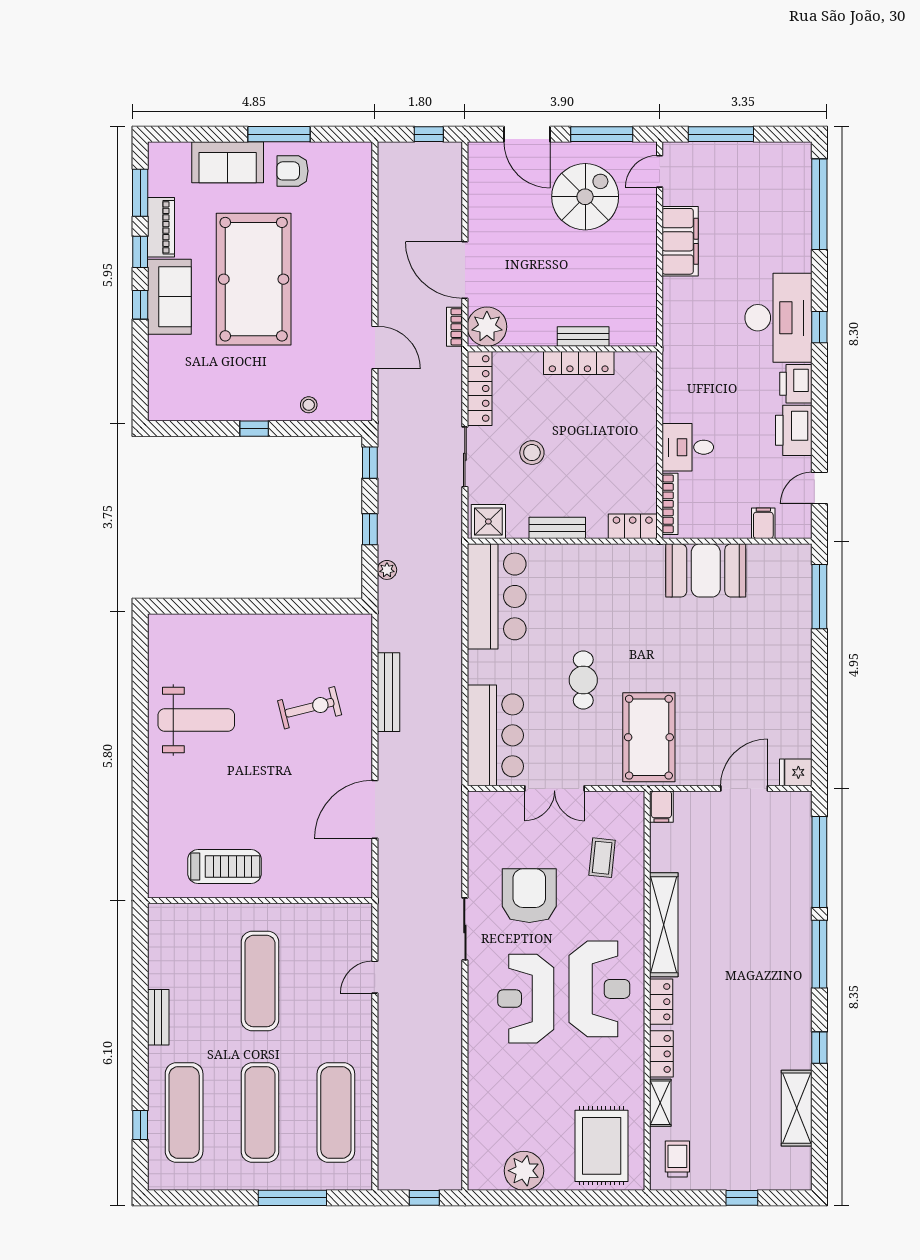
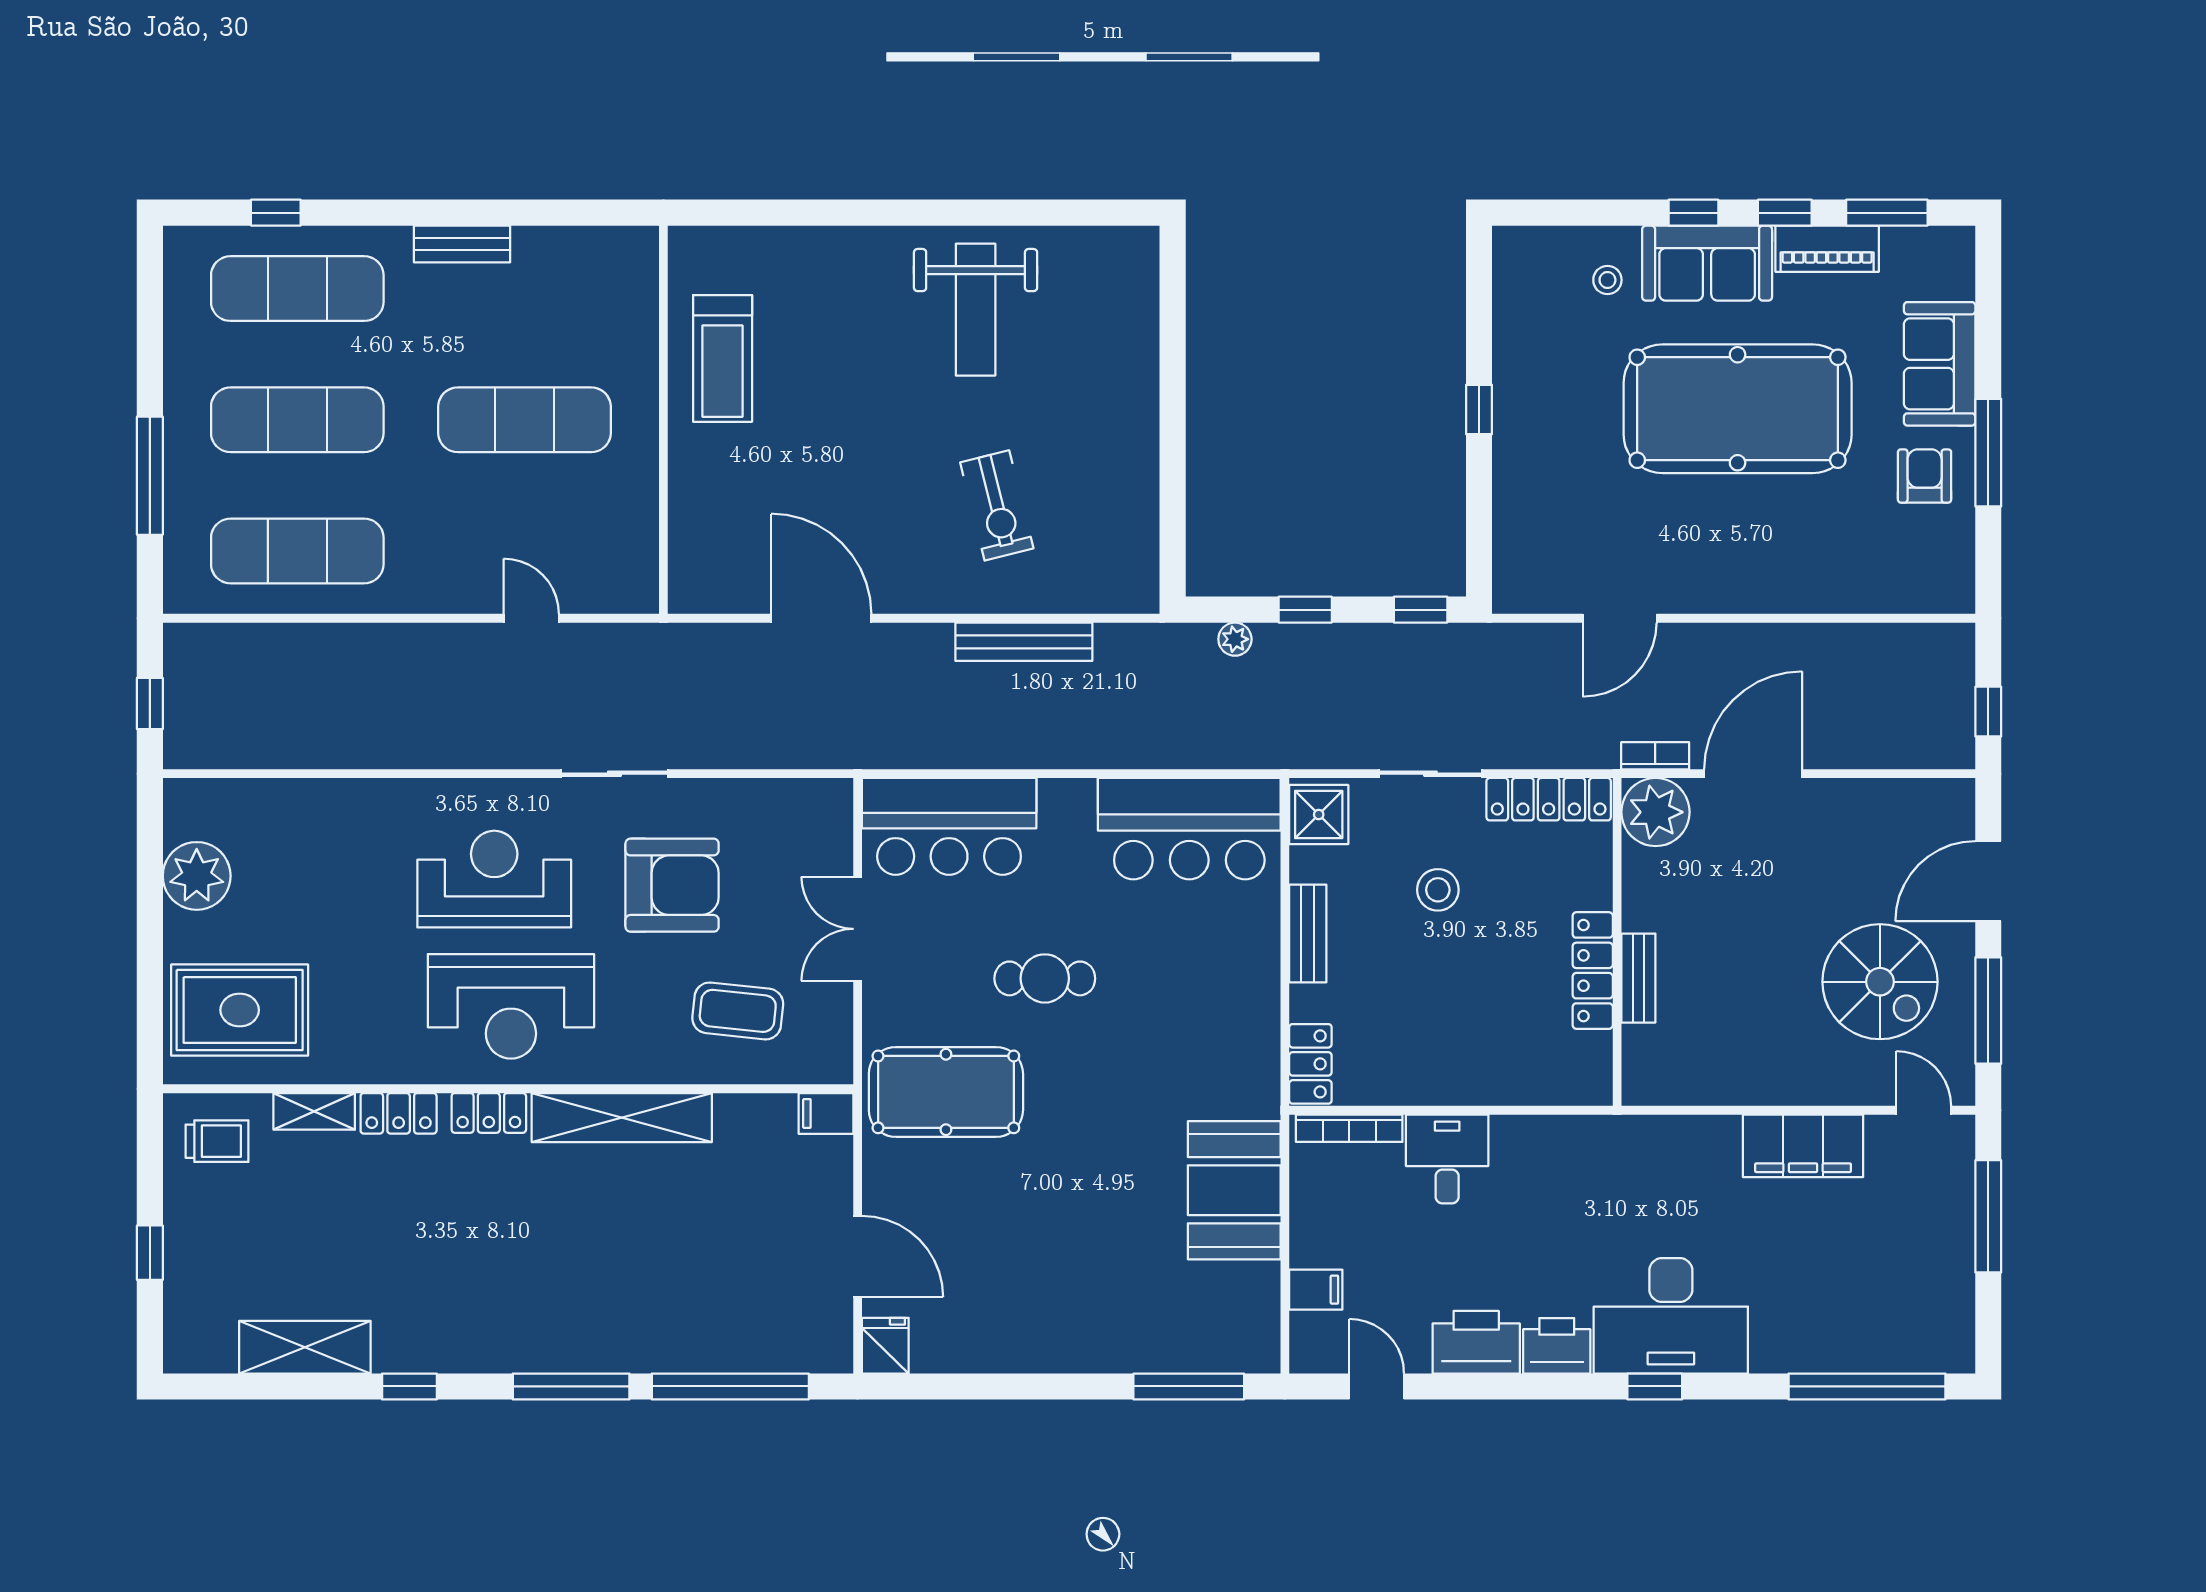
stool: (309, 405) -> (1607, 280), moved
coffee table: (602, 858) -> (738, 1011), width x1.36, depth x1.30

